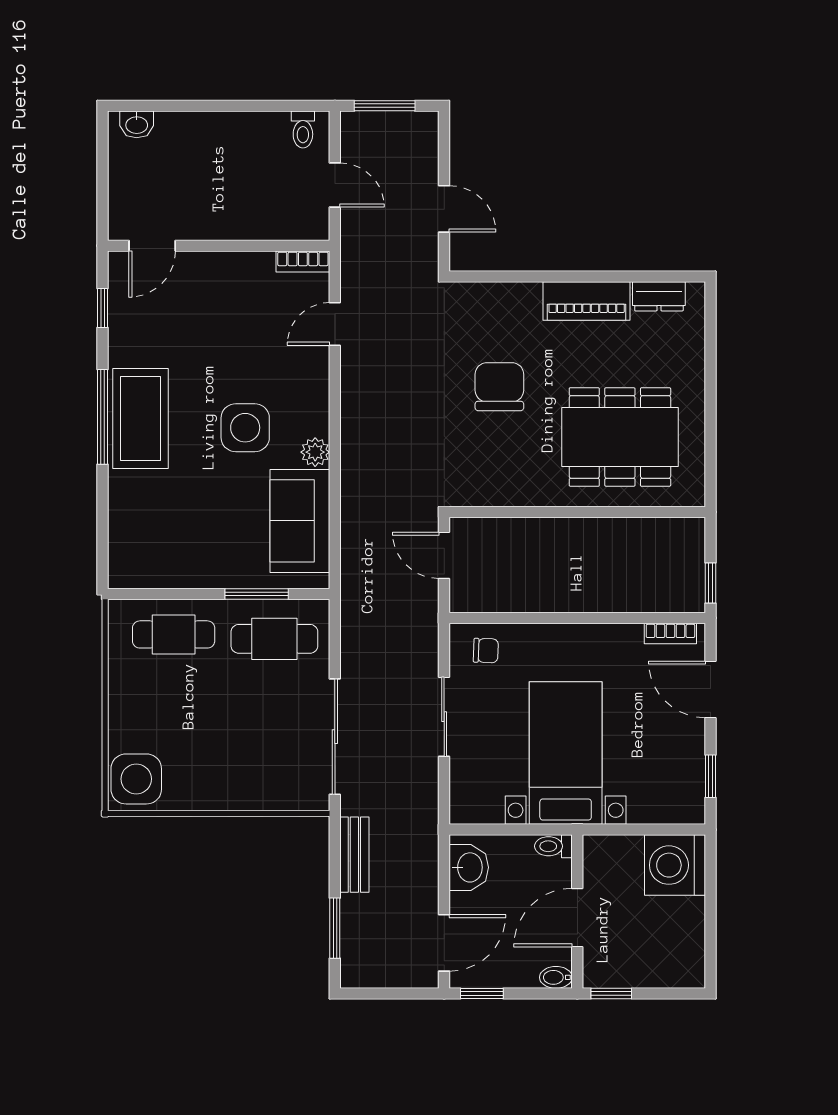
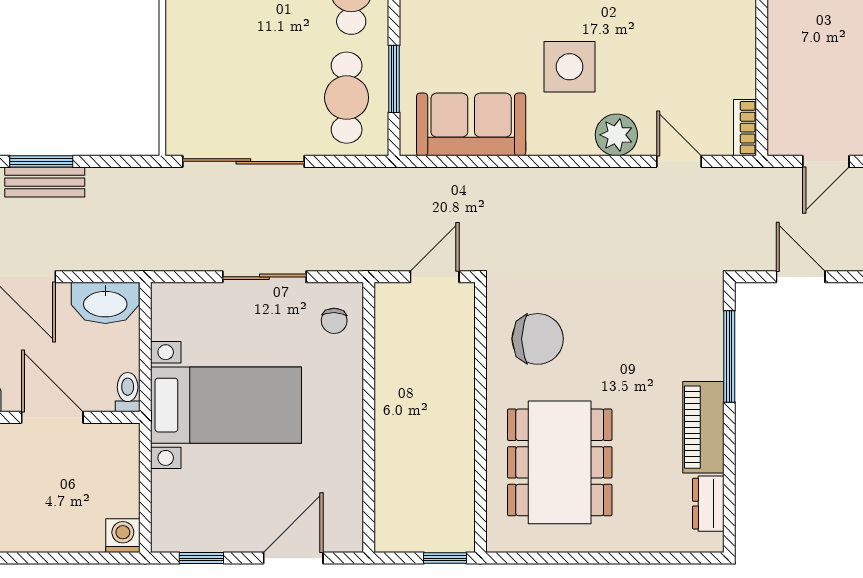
door: (444, 209) -> (801, 277), swing flipped
window: (520, 276) -> (729, 356), added
chair: (499, 387) -> (538, 339), moved
plant: (315, 452) -> (616, 135), moved, width x1.38, depth x1.38
window: (710, 583) -> (445, 558), moved
bookcase: (670, 633) -> (352, 516), removed
bench: (354, 855) -> (45, 182), moved
washing machine: (675, 865) -> (123, 536), width x0.53, depth x0.53
washbasin: (469, 867) -> (105, 303), width x1.38

